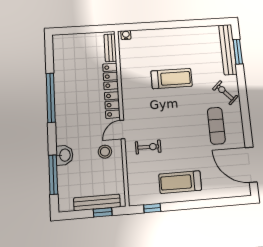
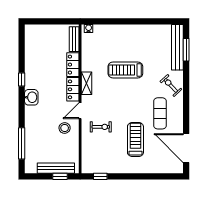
treadmill: (172, 79) -> (125, 70), turned 180
shelving: (128, 97) -> (86, 83), added
window: (51, 98) -> (22, 80), width x0.32
washbasin: (64, 155) -> (31, 97), moved
treadmill: (180, 182) -> (135, 139), moved, turned 90

